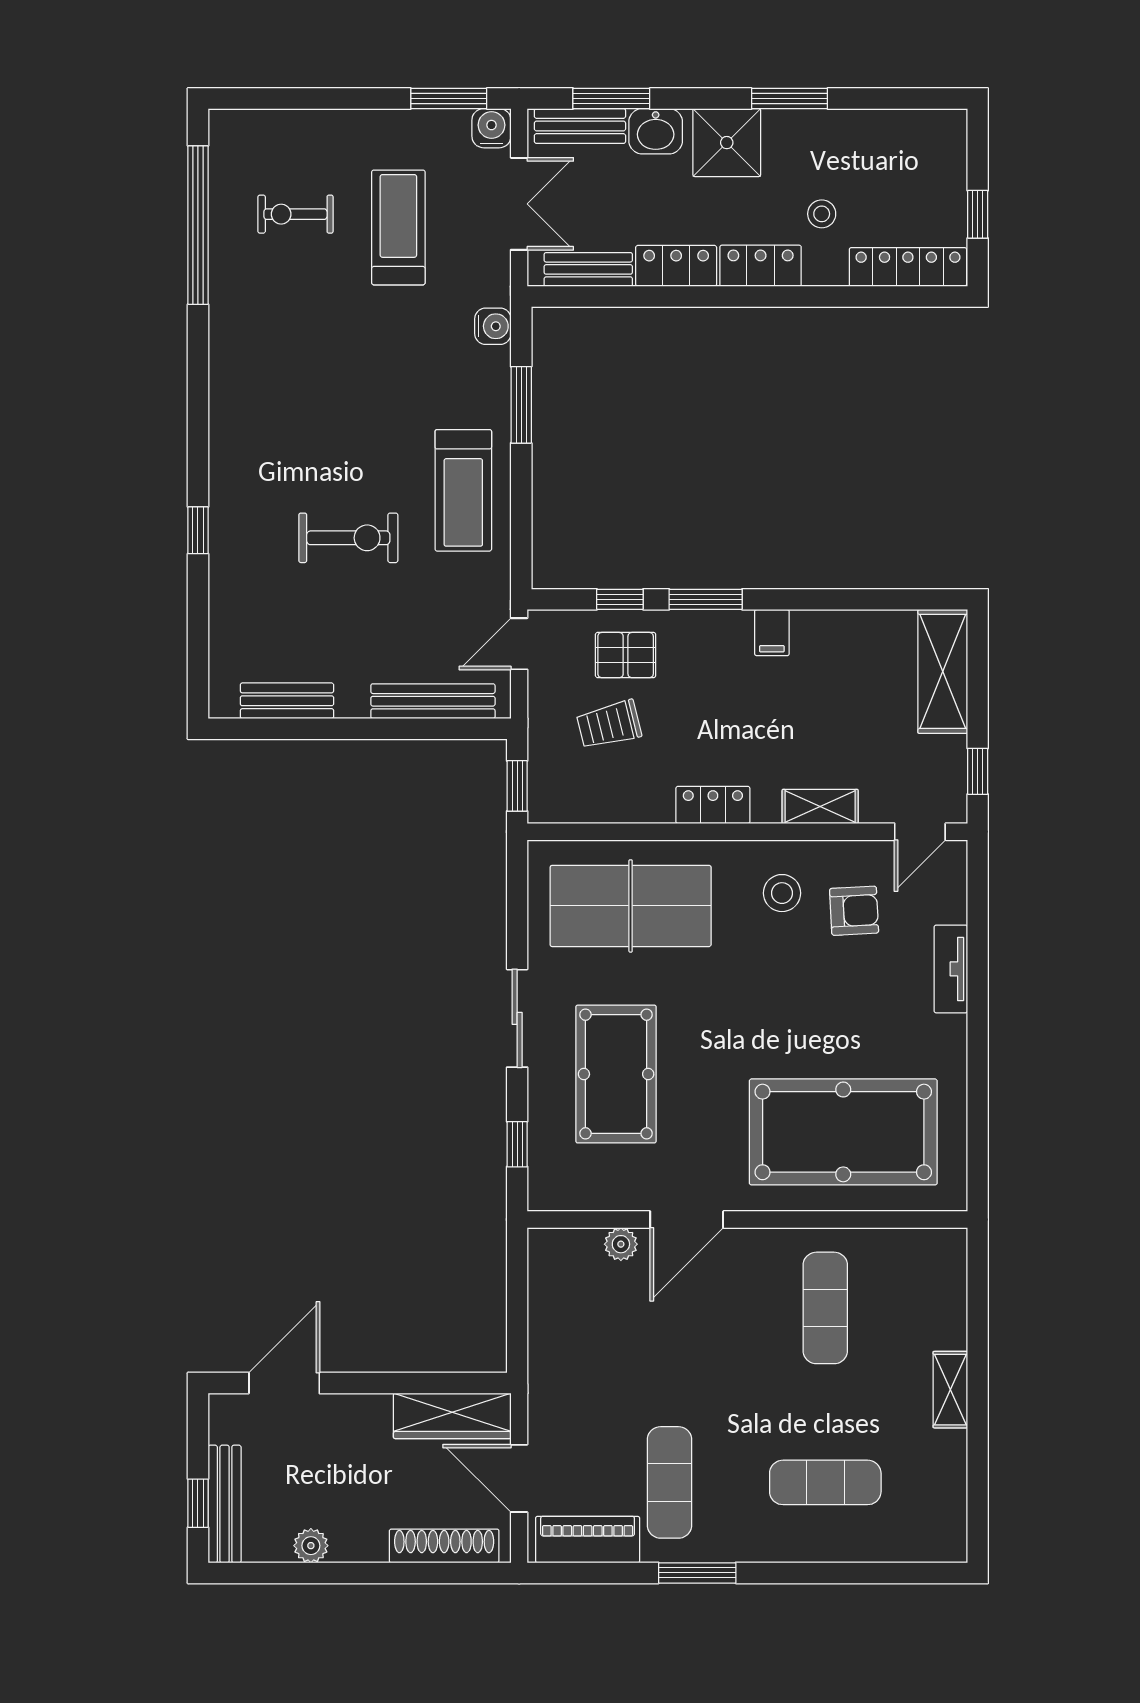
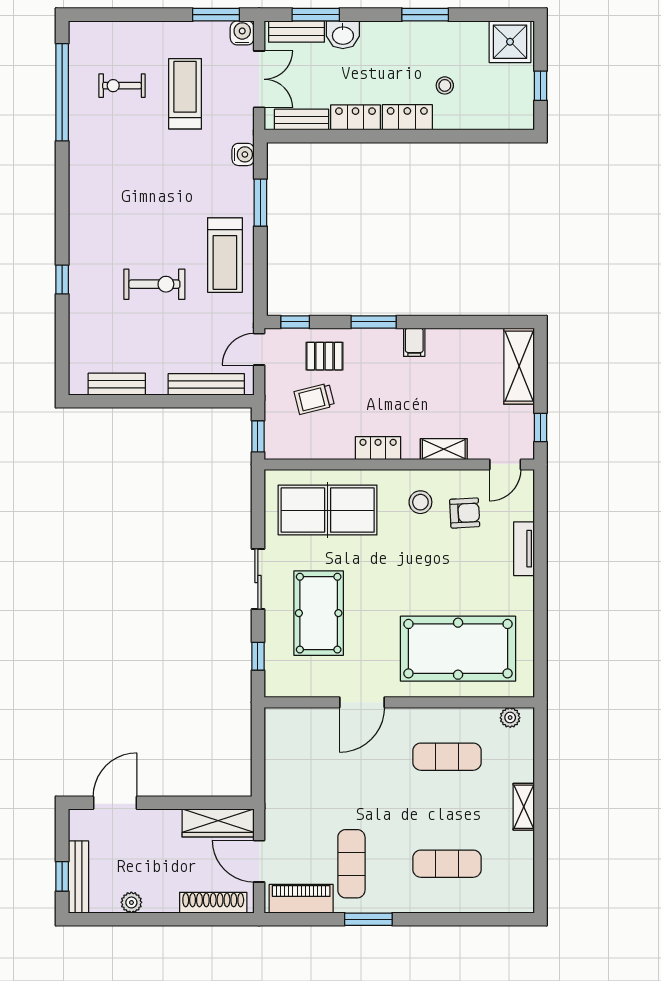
shower: (727, 143) -> (510, 42), moved
locker: (908, 267) -> (498, 118), removed
window: (620, 599) -> (295, 322), moved
plant: (621, 1244) -> (510, 718), moved
exercise mat: (825, 1308) -> (447, 757), turned 90

